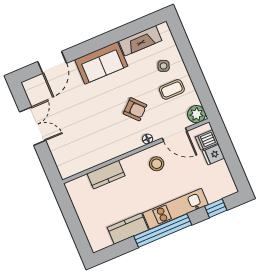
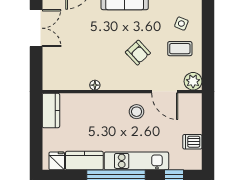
floor lamp: (148, 139) -> (95, 85), moved
dishwasher: (207, 140) -> (192, 142), moved
fridge: (213, 155) -> (57, 161), moved, turned 90
kitchen counter: (106, 175) -> (51, 111), moved, turned -90

